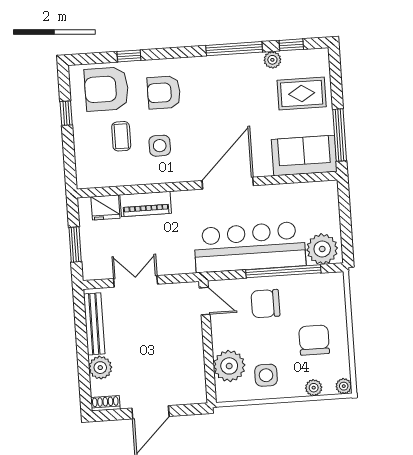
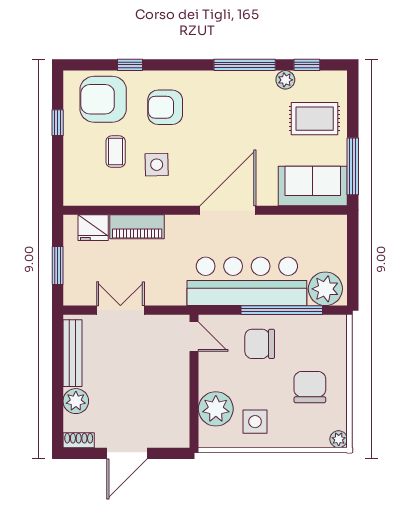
plant: (314, 388) -> (306, 439), removed

